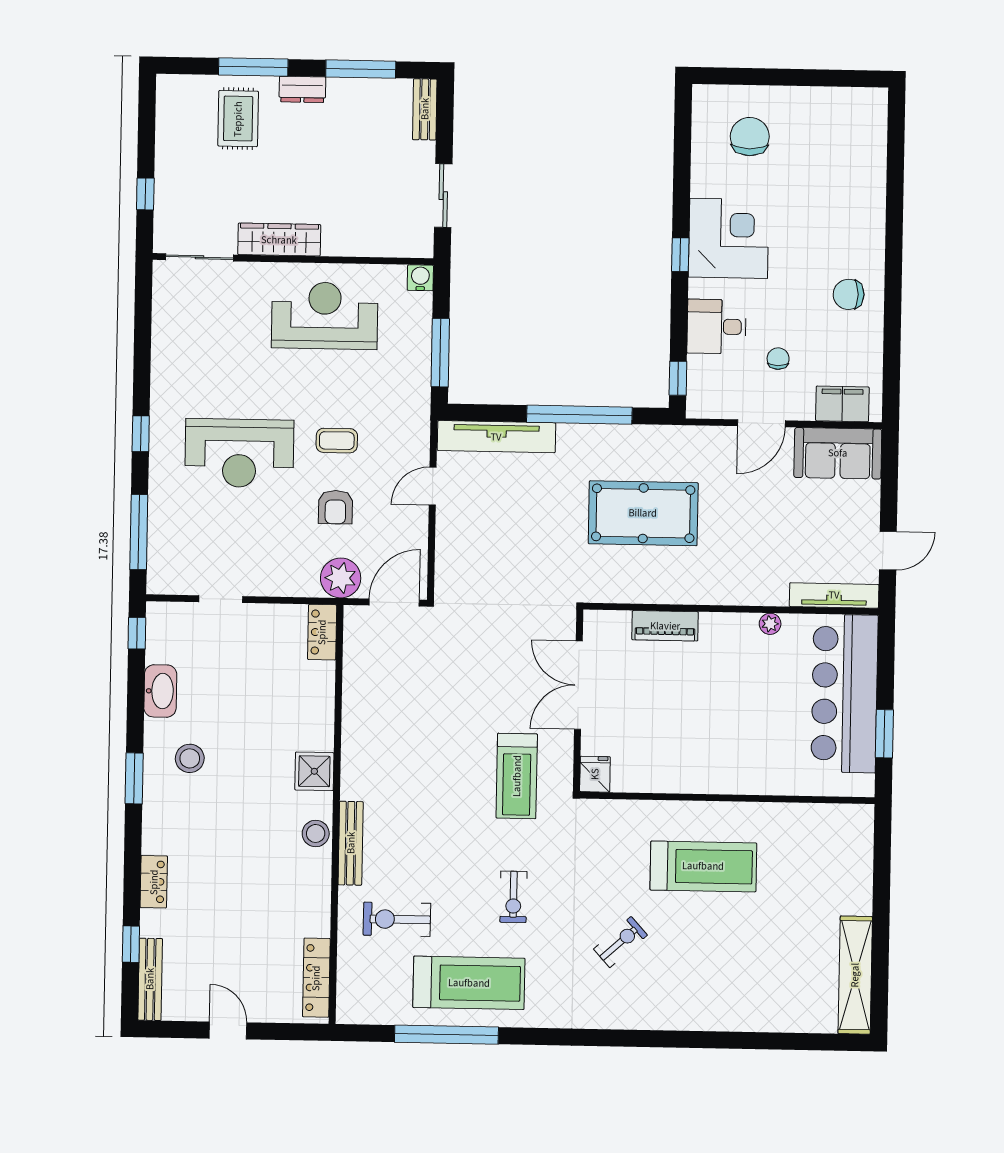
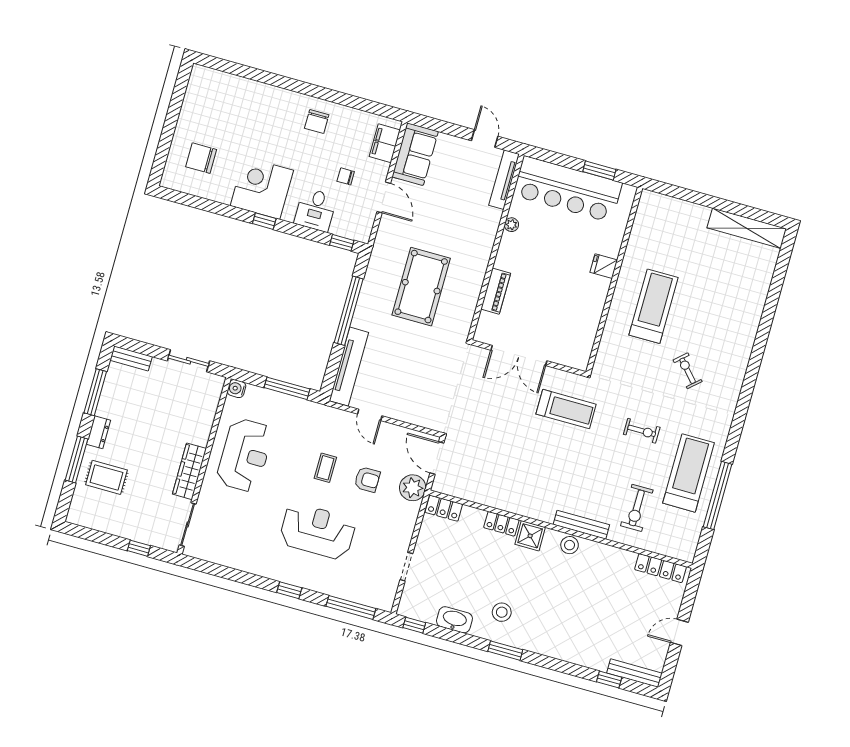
reception desk: (325, 316) -> (245, 455), turned 180
reception desk: (239, 453) -> (318, 531), turned -90
fridge: (595, 774) -> (604, 266), moved
locker: (154, 882) -> (501, 524), moved, turned 180

